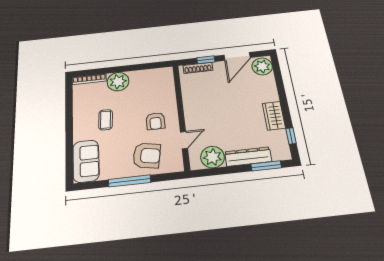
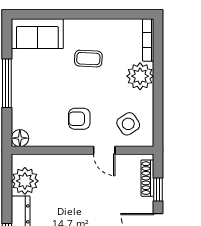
side table: (156, 86) -> (128, 124), added
door: (184, 140) -> (104, 150), moved
armchair: (147, 156) -> (36, 105), removed
floor lamp: (176, 165) -> (20, 138), added

